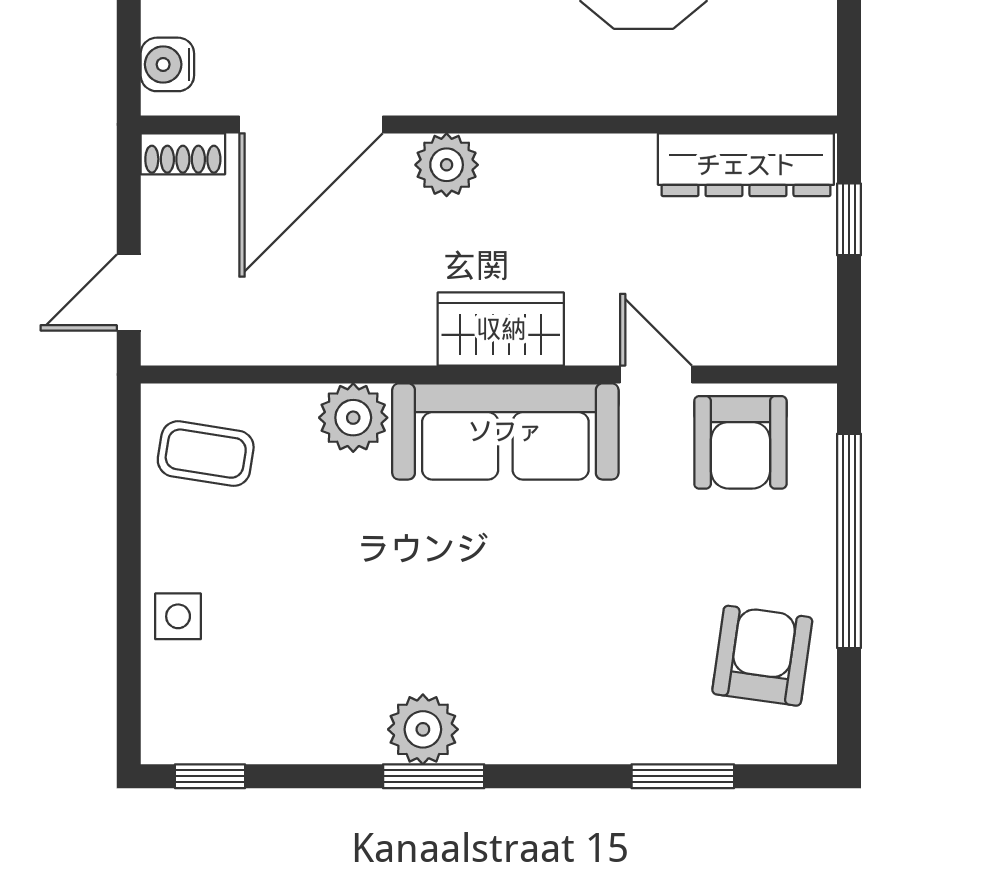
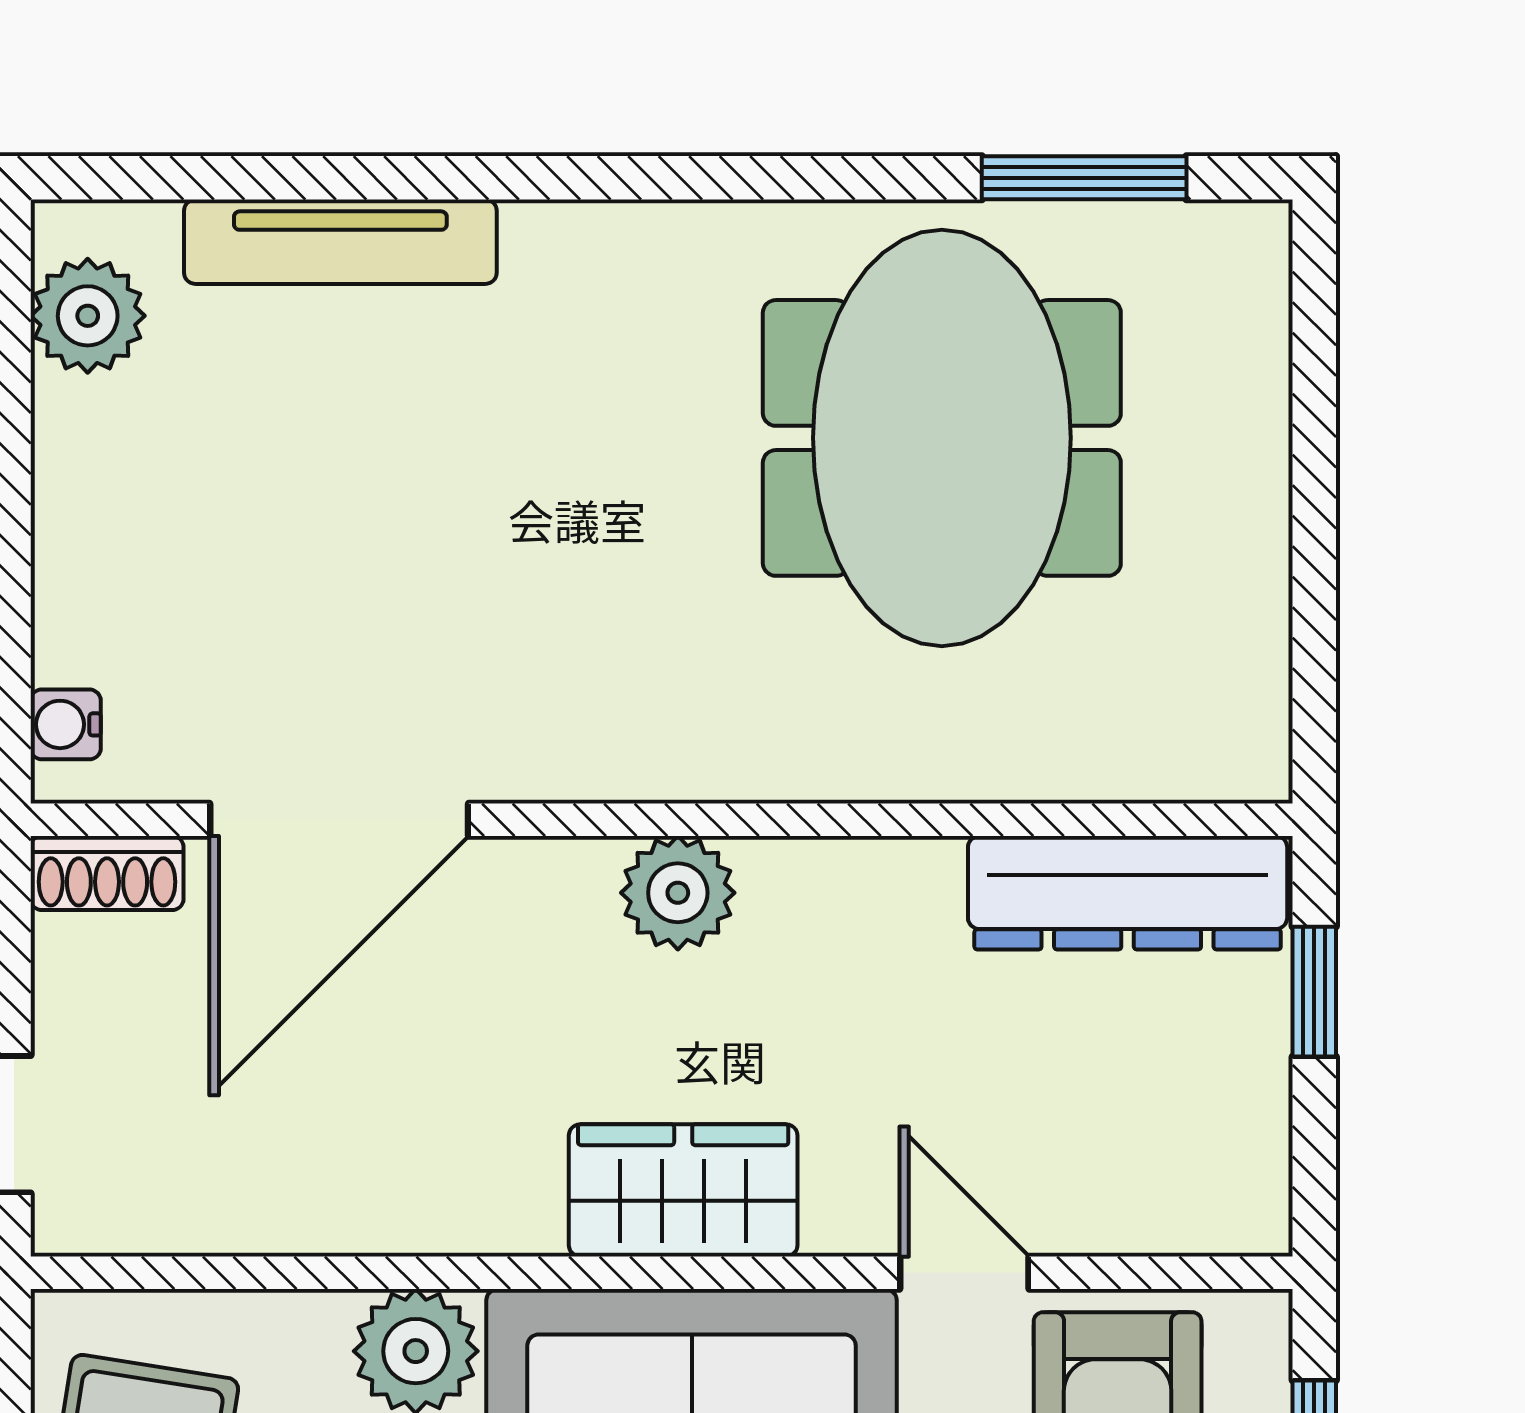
water cooler: (167, 64) -> (66, 724), width x0.72, depth x0.72
plant: (447, 165) -> (678, 893), moved

